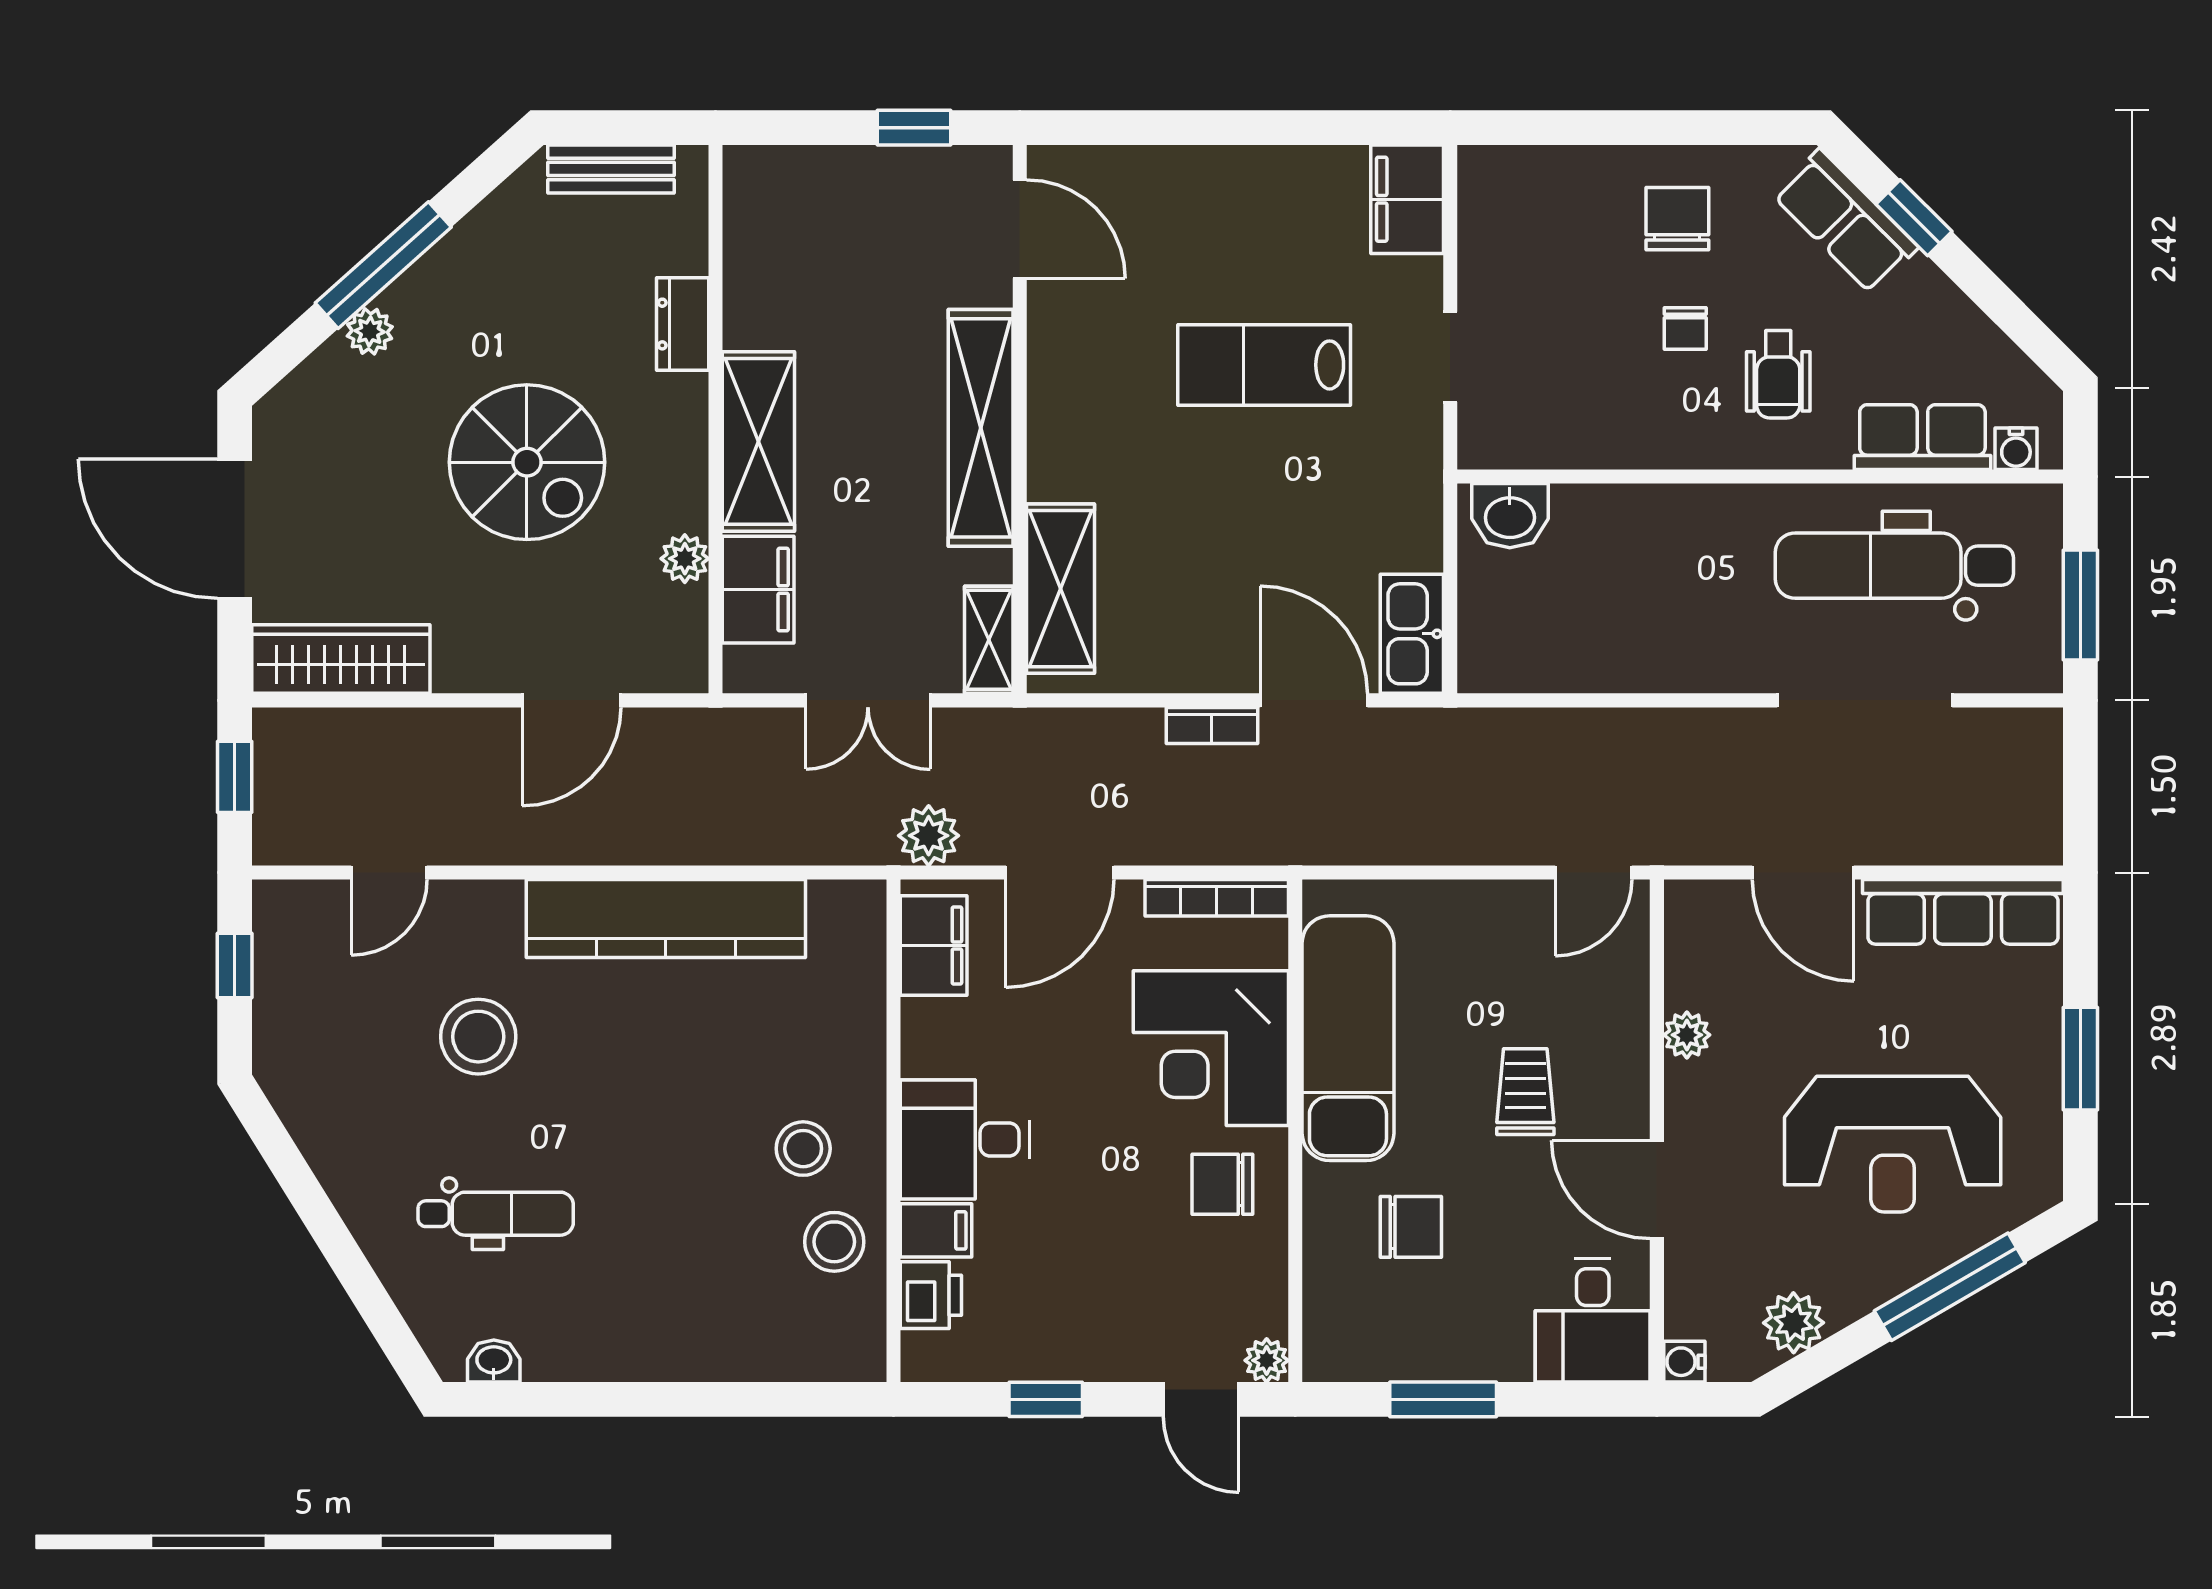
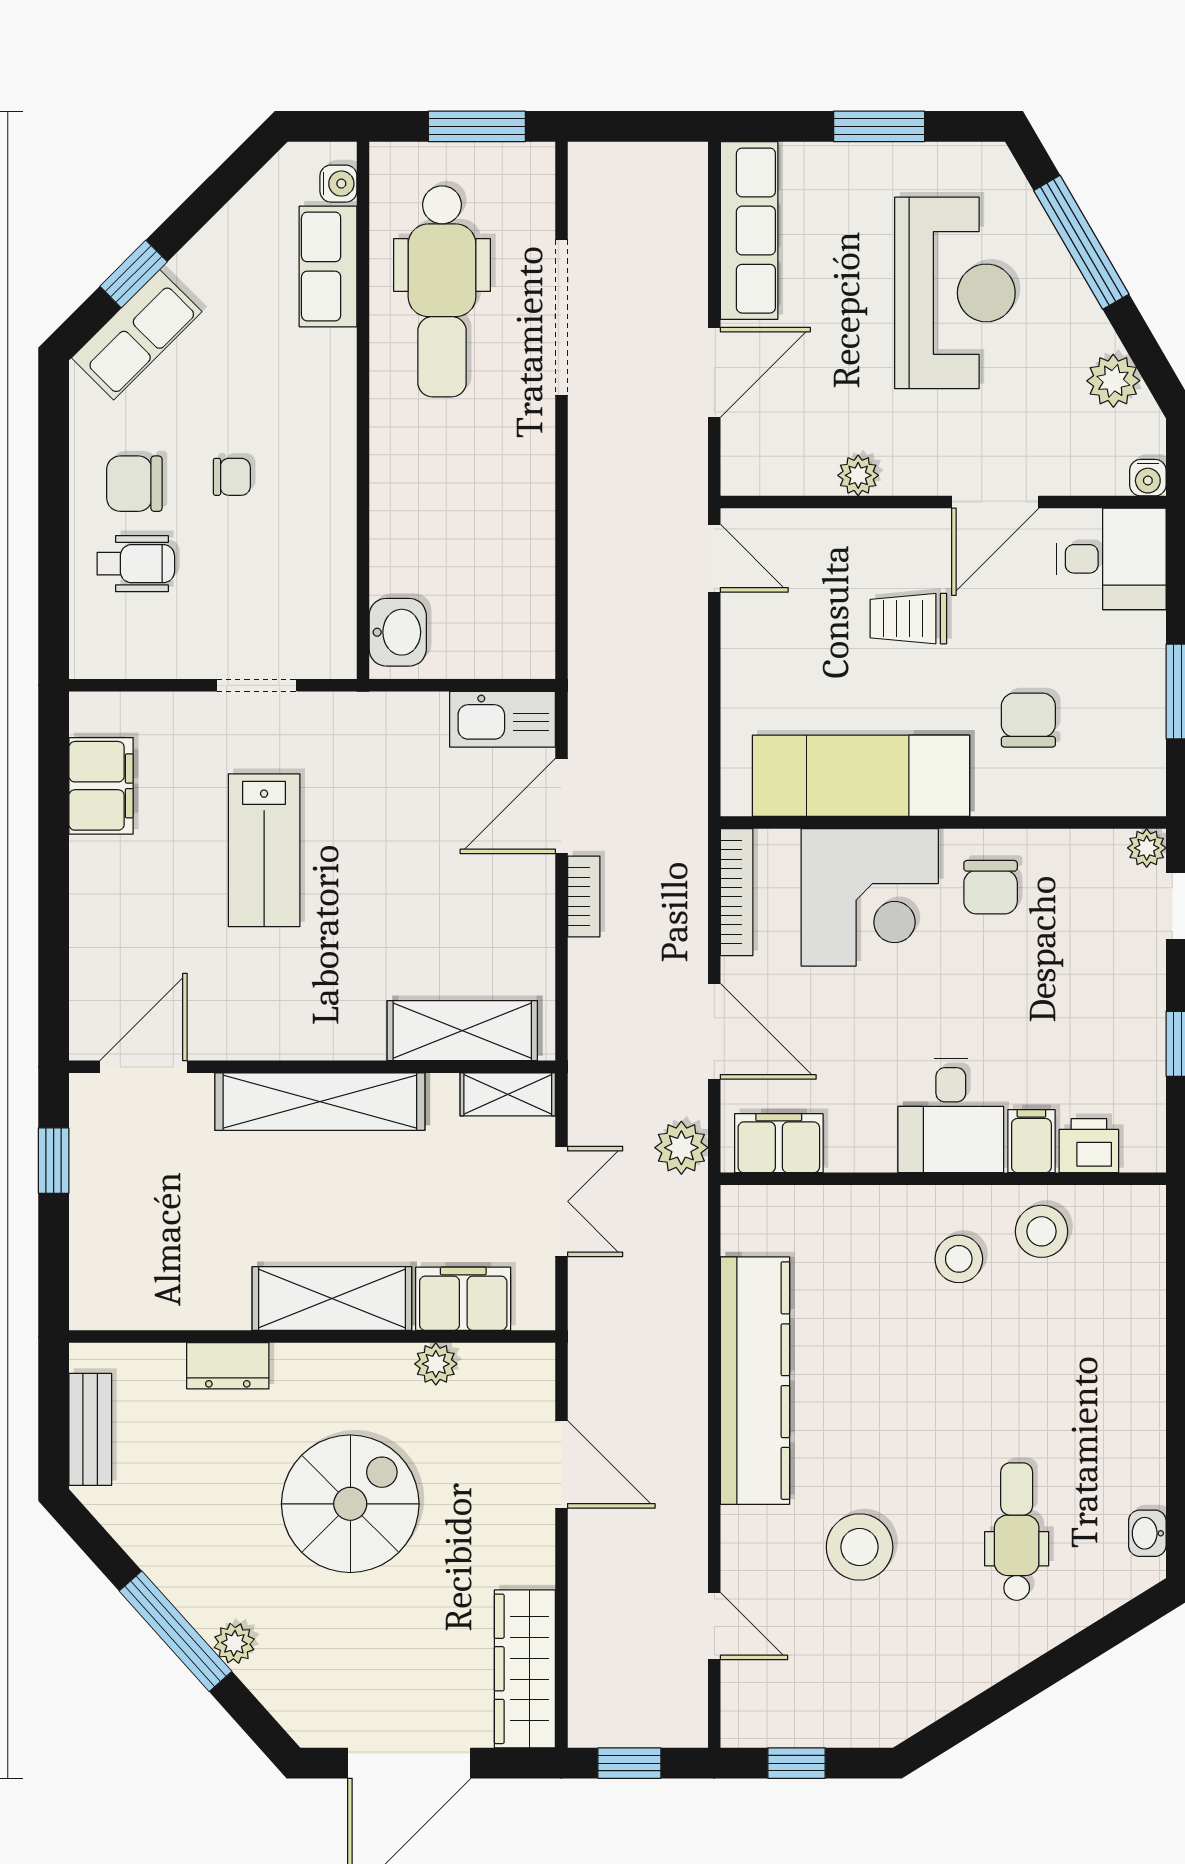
filing cabinet: (1407, 199) -> (101, 786), moved, turned -90
wheelchair: (1778, 374) -> (136, 564), moved

